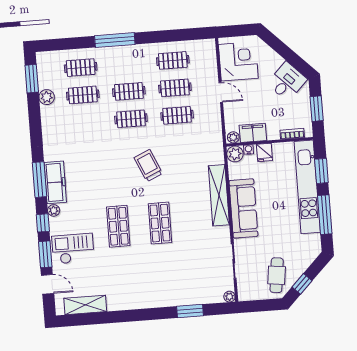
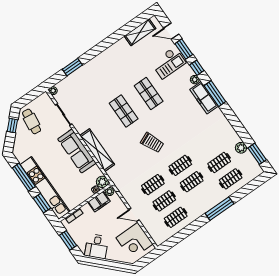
fridge: (264, 152) -> (84, 194), removed

